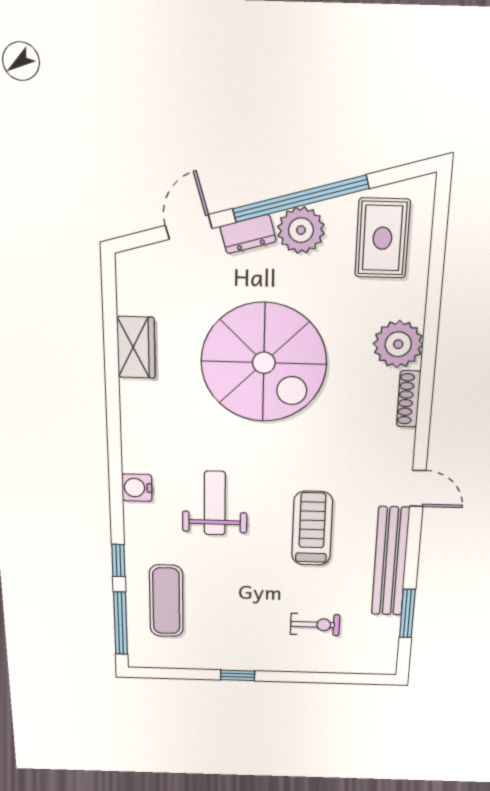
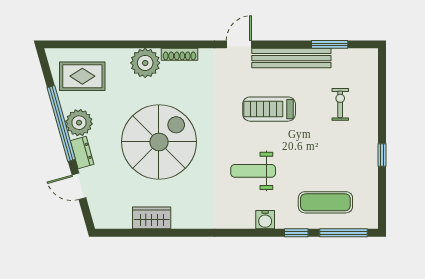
water cooler: (137, 488) -> (265, 220), moved

